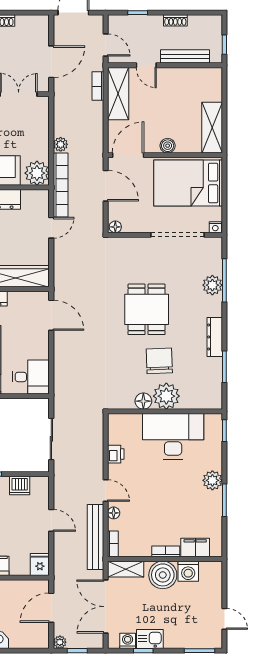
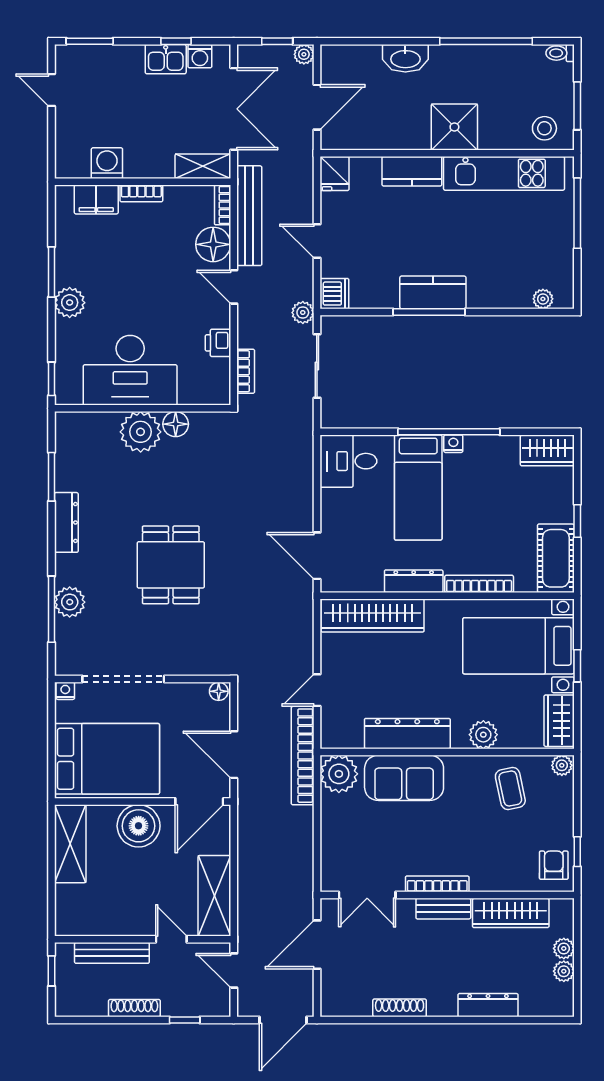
shoe rack: (175, 20) -> (134, 1008), width x1.43
bookcase: (98, 86) -> (246, 371), moved
plant: (61, 144) -> (303, 313), moved
boiler: (168, 146) -> (139, 826), width x1.86, depth x1.86
chair: (159, 361) -> (151, 486), removed
dishwasher: (20, 486) -> (334, 294), moved, turned 90
floor lamp: (114, 513) -> (213, 244), width x1.89, depth x1.89
boiler: (163, 575) -> (146, 157), removed

